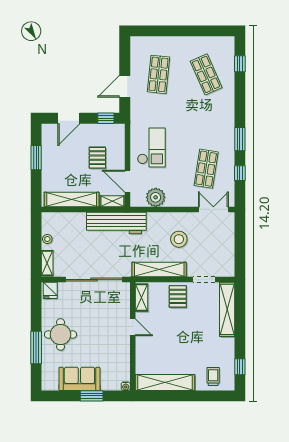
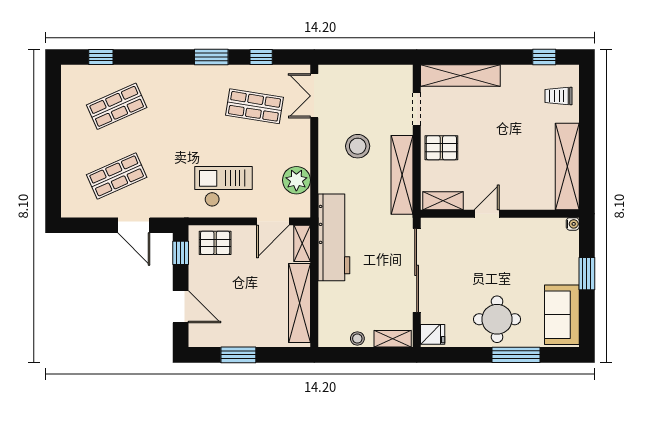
shop shelf: (158, 74) -> (117, 176), turned -30
pallet: (97, 158) -> (215, 243), moved
sofa: (79, 379) -> (562, 315), moved

